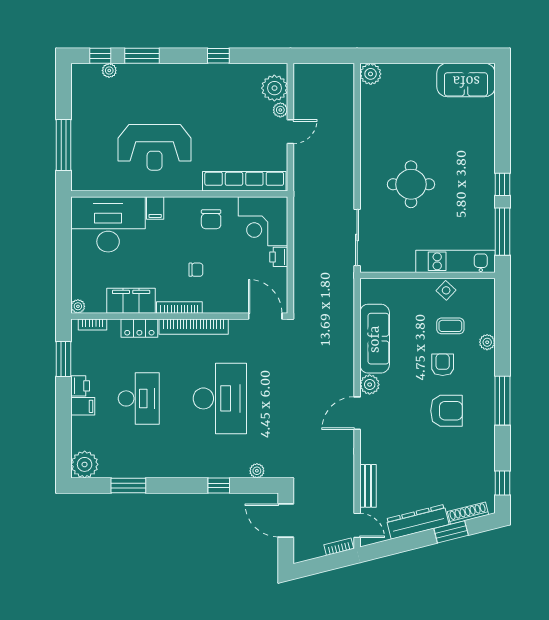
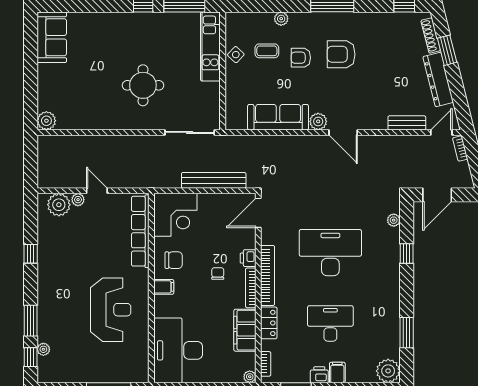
filing cabinet: (155, 208) -> (164, 287), moved
printer: (279, 257) -> (248, 258), moved, turned 90
bench: (302, 265) -> (214, 180), added
coffee table: (450, 326) -> (267, 51), turned 90
armchair: (446, 411) -> (341, 54), turned -90

